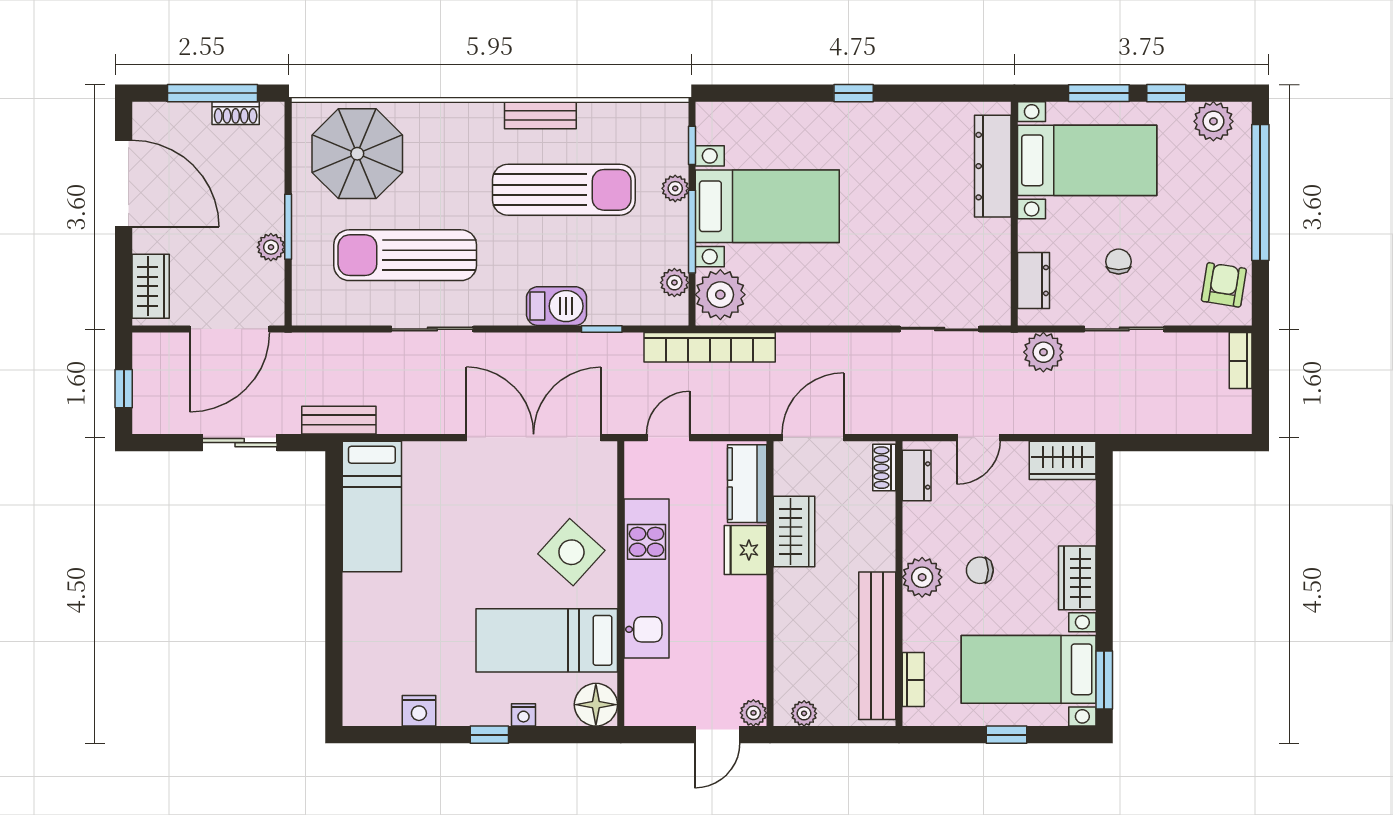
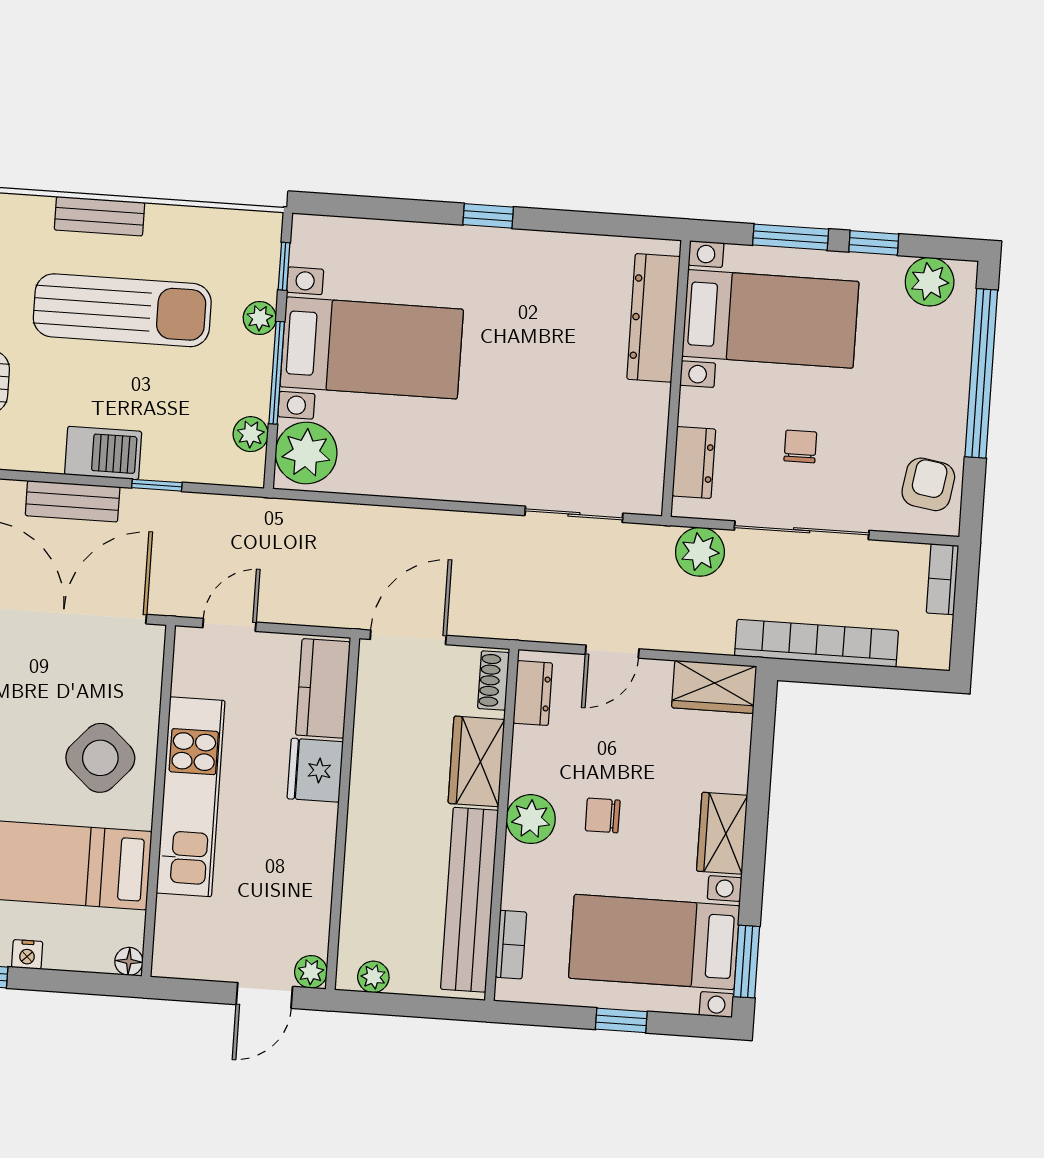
sliding door: (1124, 329) -> (802, 530), width x1.37
bench: (535, 347) -> (73, 501), added
bookcase: (710, 347) -> (817, 643), moved, turned 180
wardrobe: (794, 532) -> (476, 761), moved, turned 180
floor lamp: (596, 705) -> (129, 961), width x0.53, depth x0.53

